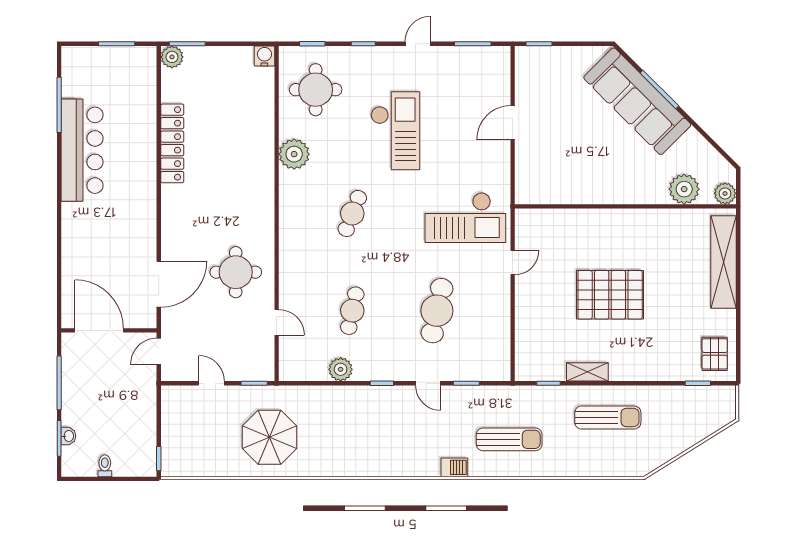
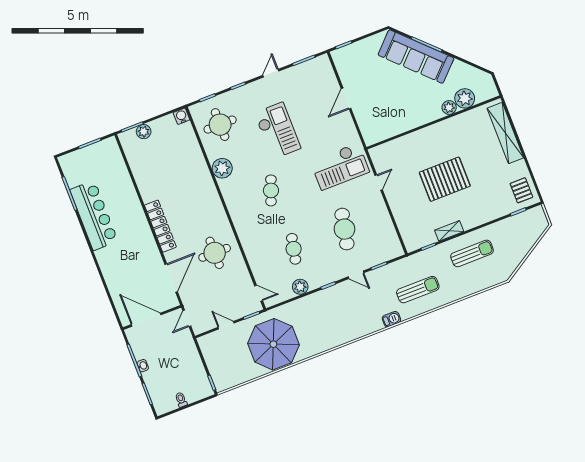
plant: (172, 57) -> (144, 132), moved
locker: (172, 143) -> (160, 226), moved
plant: (725, 193) -> (449, 107), moved
door: (277, 322) -> (259, 293), moved
washbasin: (68, 436) -> (143, 366), moved
parasol: (270, 437) -> (273, 344), width x1.36, depth x1.36

